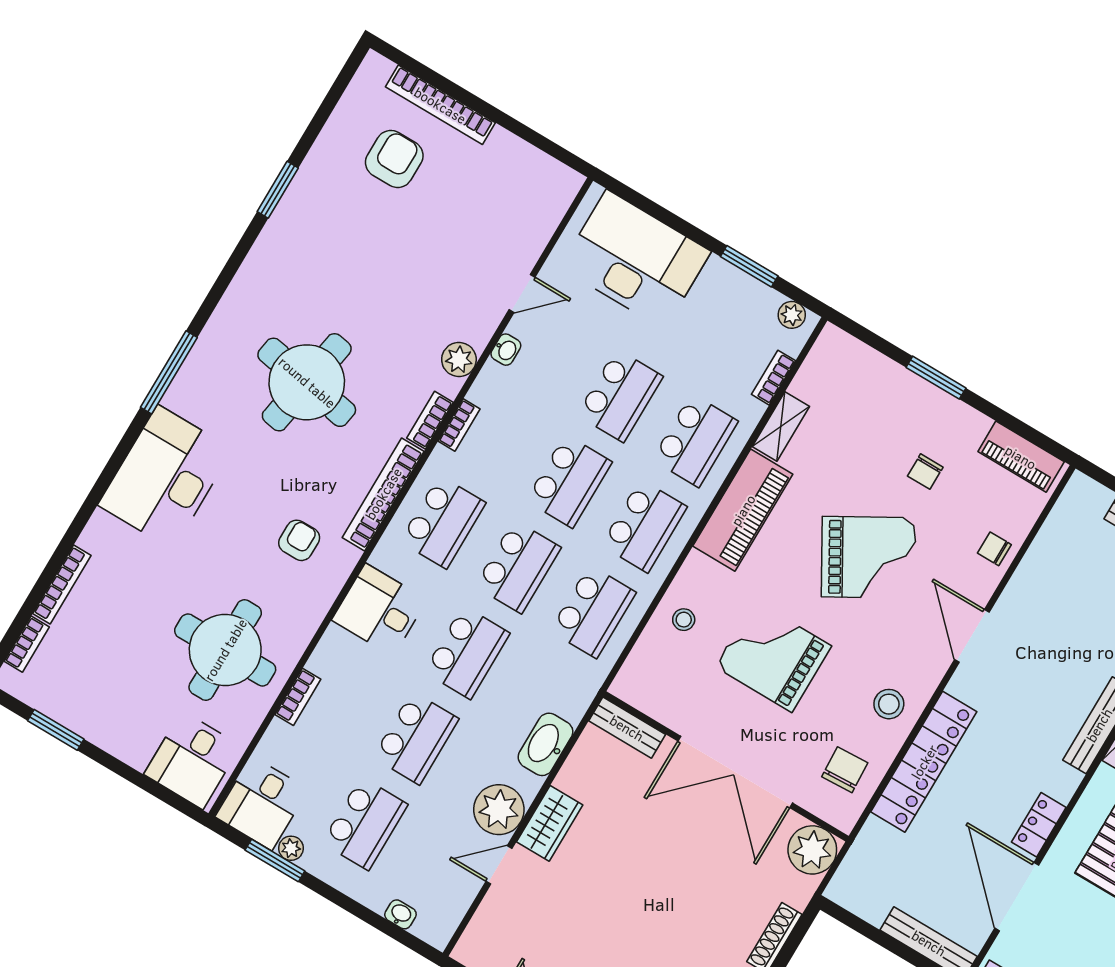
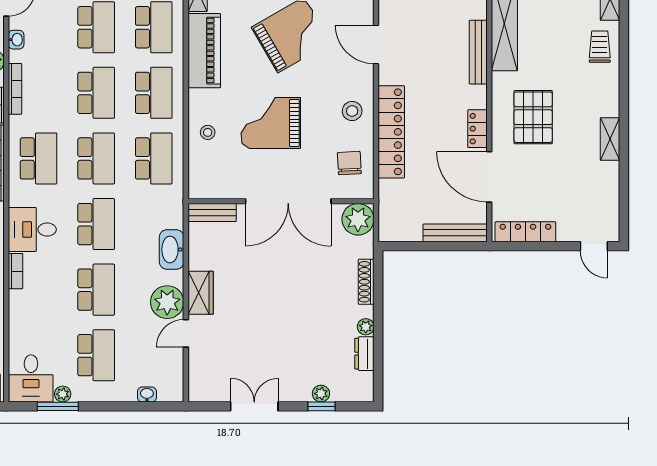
bookcase: (459, 425) -> (15, 89), width x1.56
bookcase: (298, 697) -> (16, 271), moved

